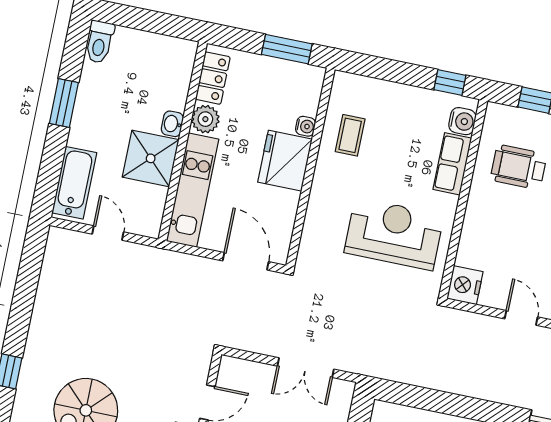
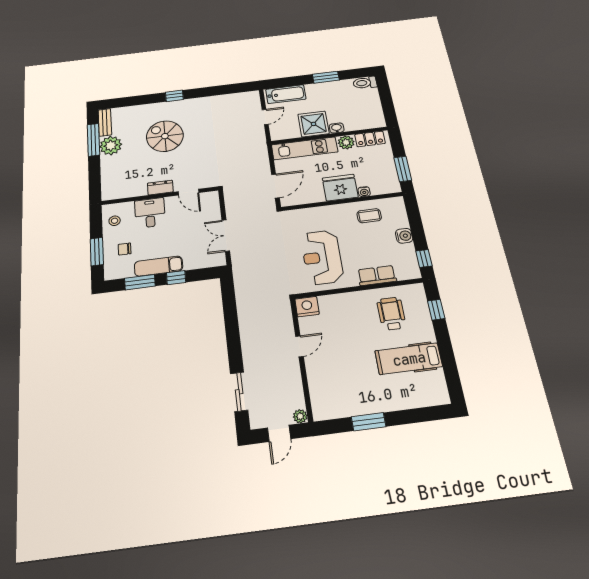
water cooler: (462, 121) -> (404, 236), moved, turned -90
reception desk: (394, 234) -> (322, 257), turned 180

